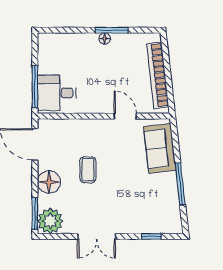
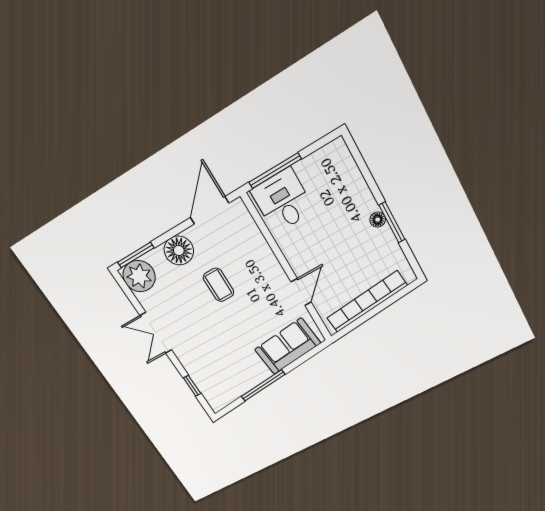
coffee table: (88, 170) -> (218, 285), turned 90

